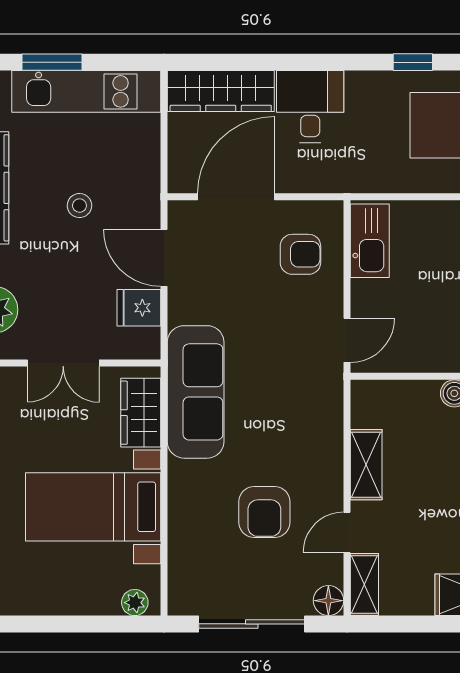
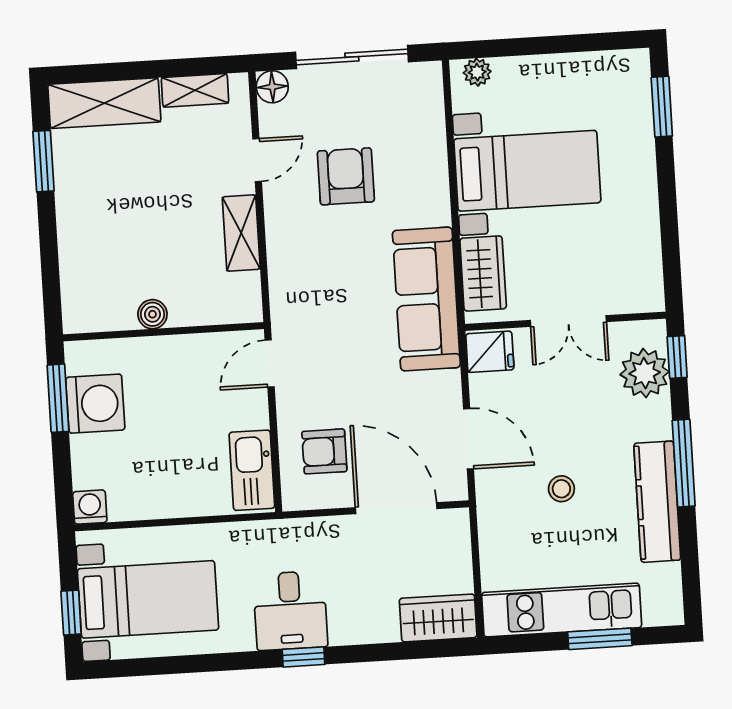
window: (413, 62) -> (304, 657), moved
wardrobe: (221, 91) -> (438, 618), width x0.67
desk: (310, 107) -> (290, 611), moved
door: (236, 197) -> (396, 508), swing flipped
fridge: (139, 308) -> (490, 352), moved
double door: (63, 363) -> (568, 321), swing flipped
shelving: (364, 584) -> (195, 90), moved, turned 90

